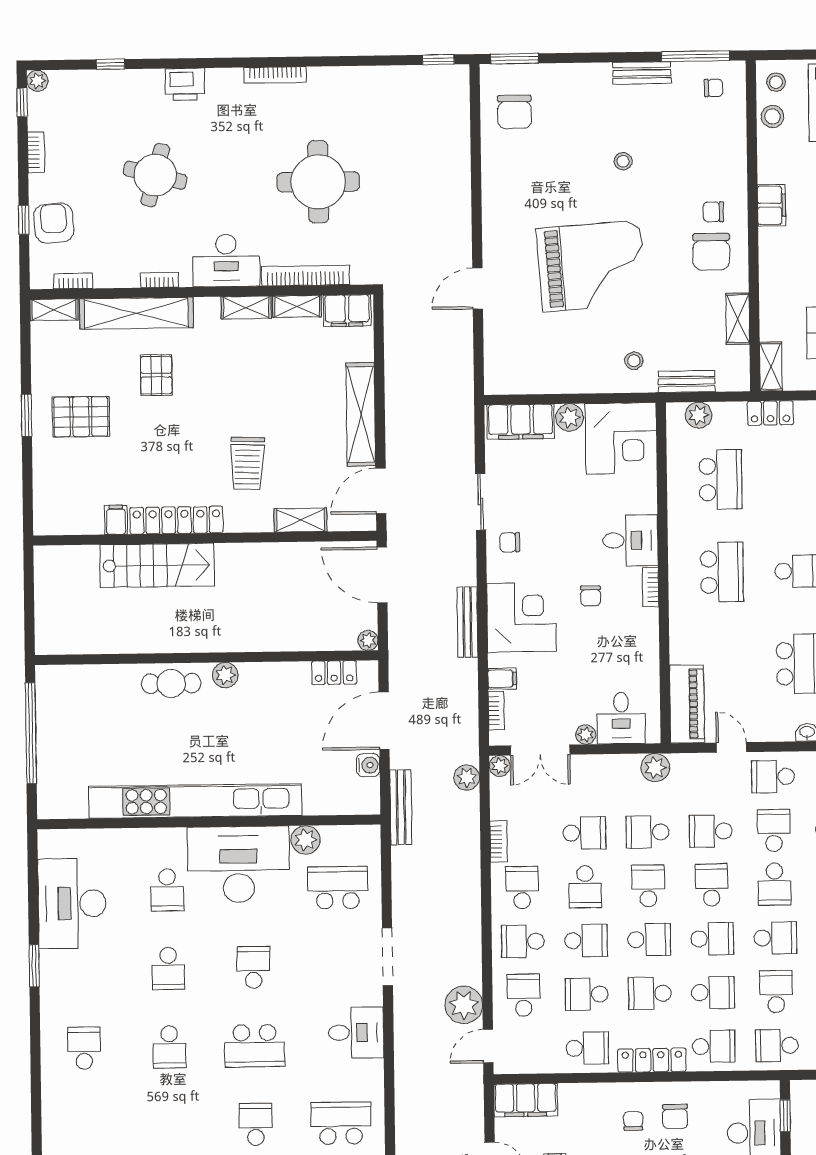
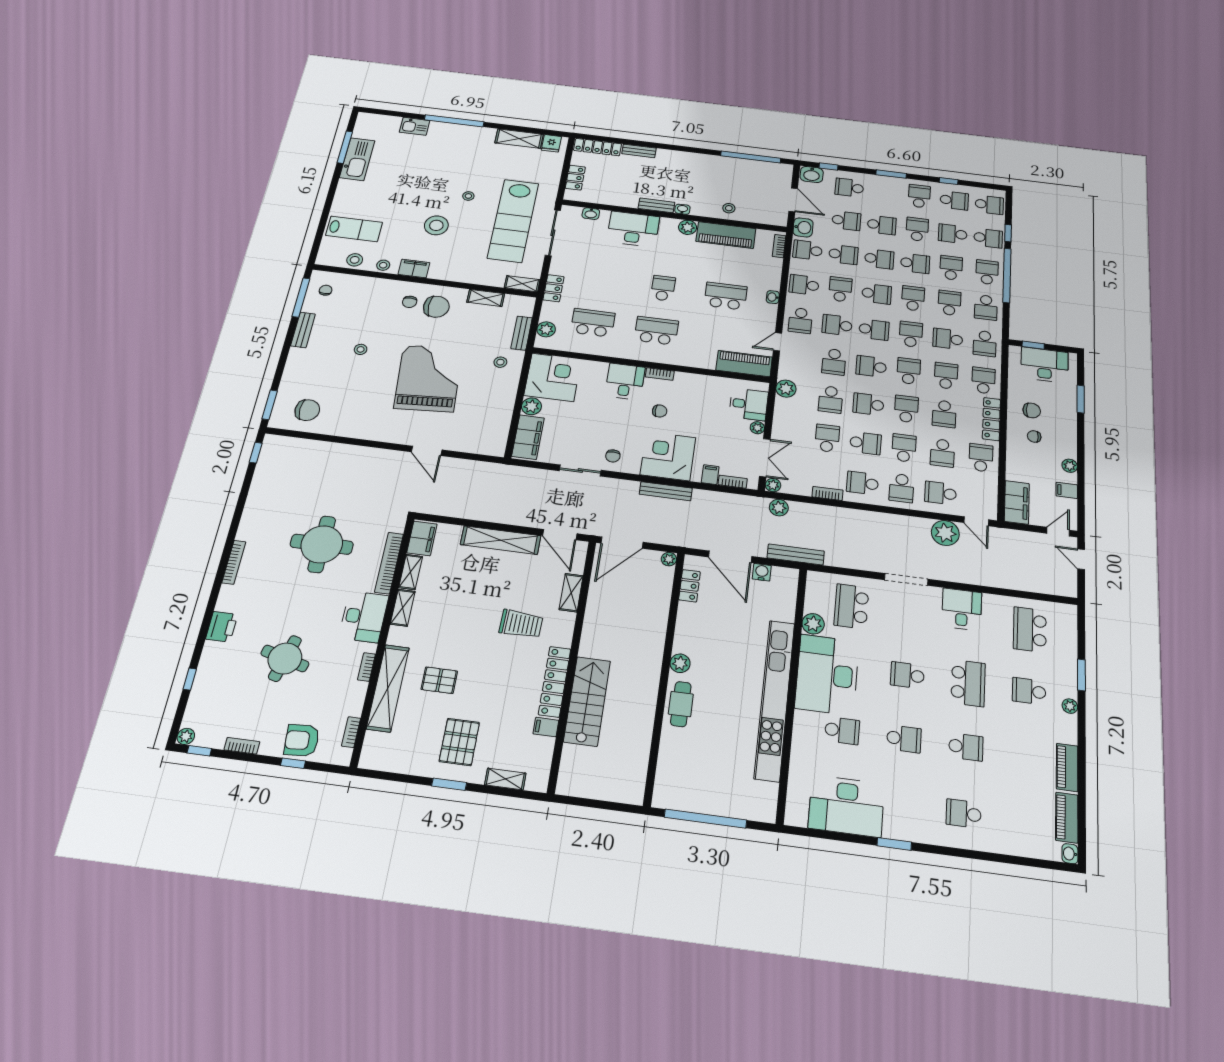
stool: (776, 82) -> (383, 265), moved
shelving: (54, 310) -> (505, 779), moved, turned 90

